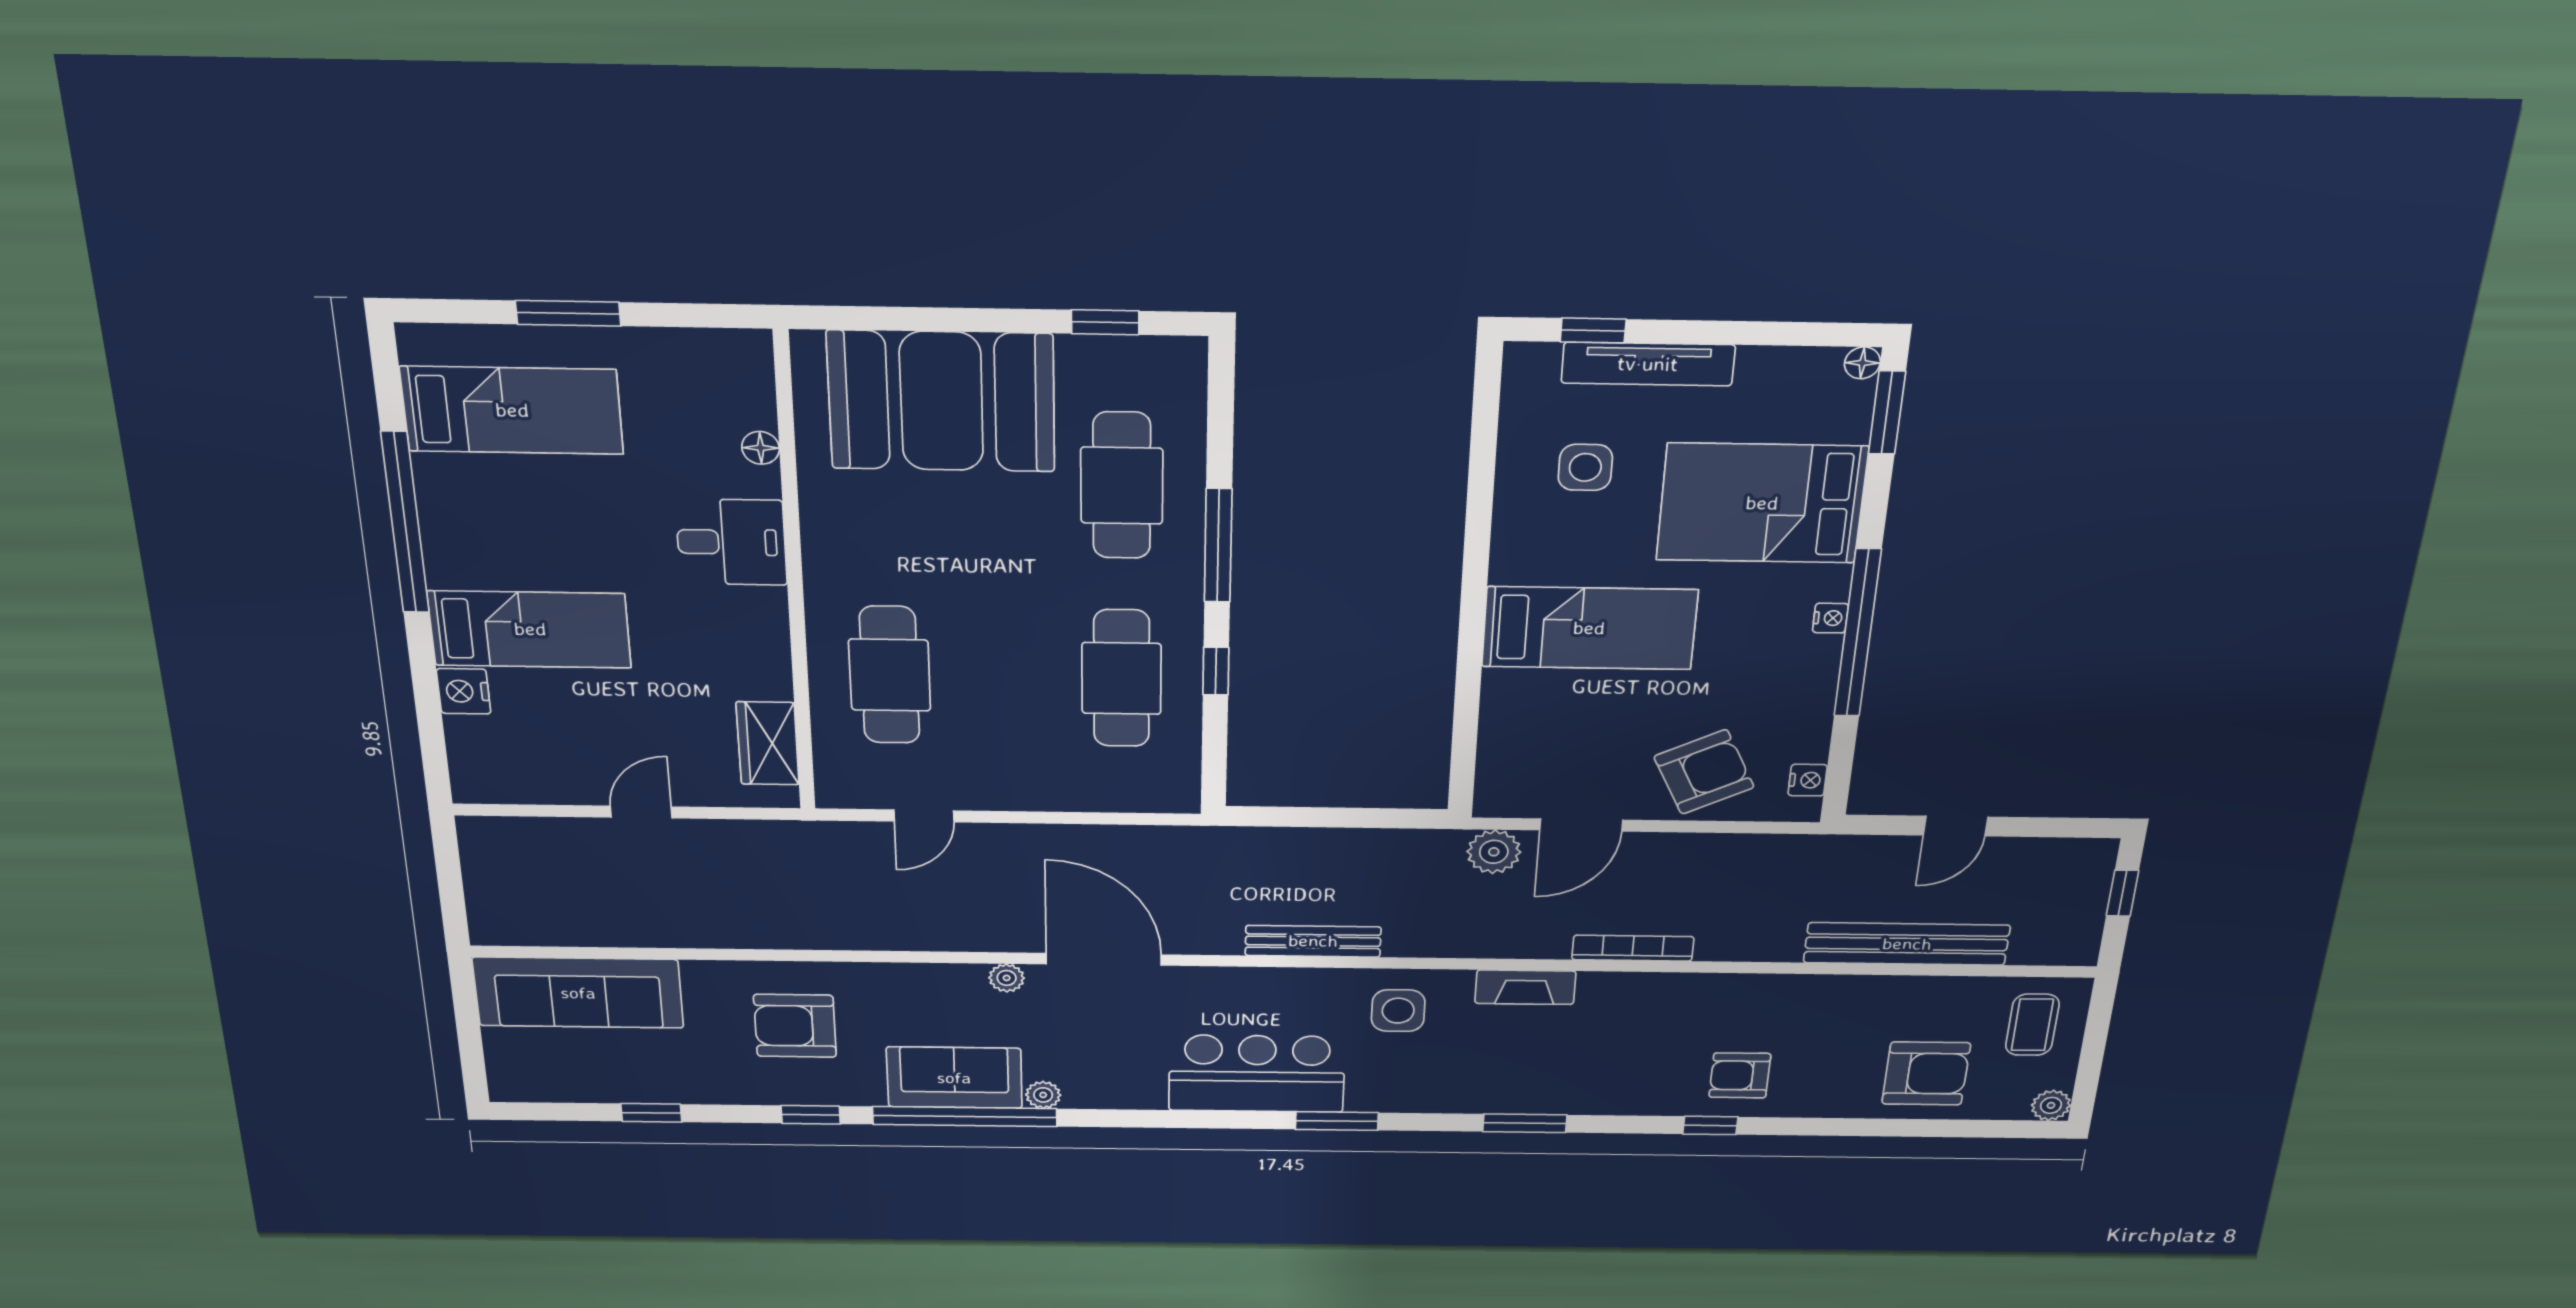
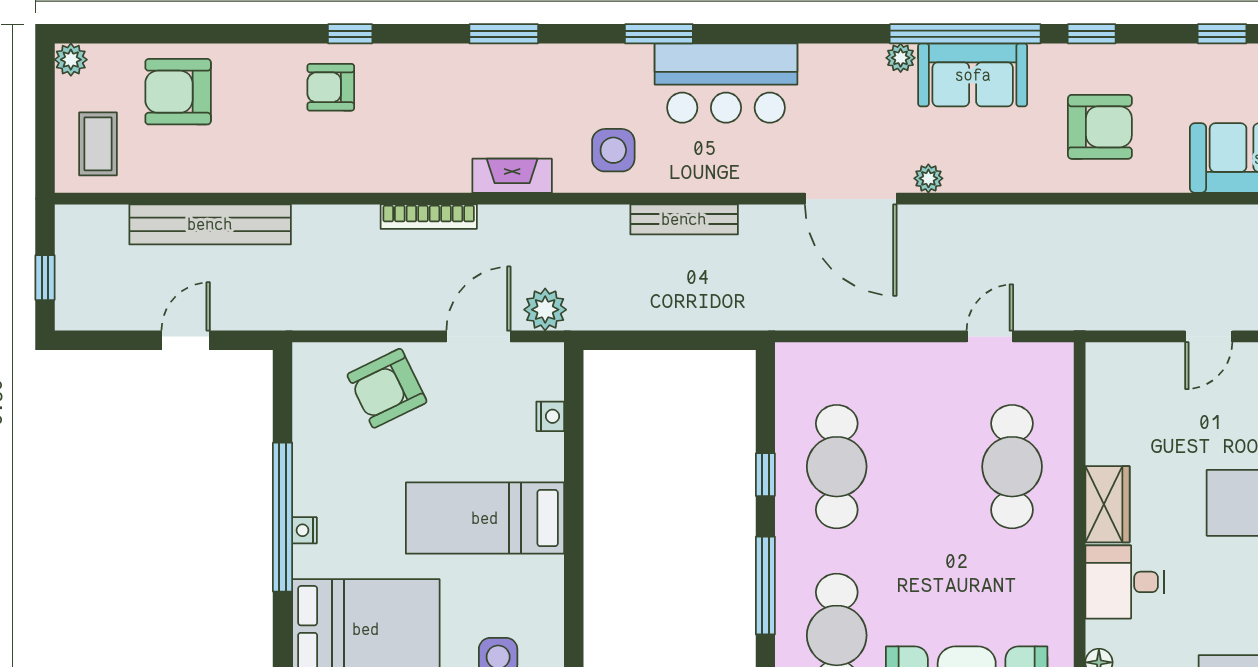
wardrobe: (768, 743) -> (1107, 504), moved
nightstand: (1808, 780) -> (550, 416), moved, turned 180
armchair: (1740, 1075) -> (331, 87), turned 180

